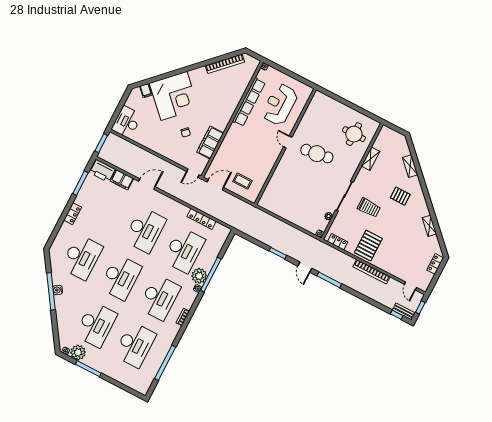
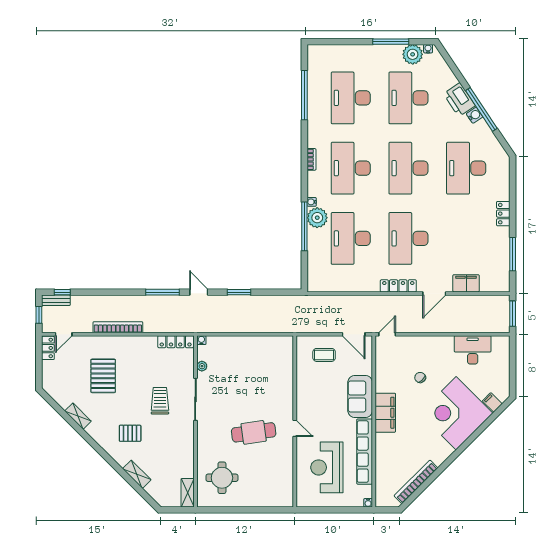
reception desk: (280, 104) -> (327, 467), turned 180
desk: (127, 122) -> (473, 350), moved, turned -90
sofa: (233, 141) -> (360, 397), added
filing cabinet: (210, 143) -> (385, 413), moved
shelving: (371, 159) -> (188, 493), moved
printer: (102, 171) -> (459, 100), moved, turned -124
door: (215, 185) -> (354, 334), hinge flipped
trolley: (369, 208) -> (160, 401), turned 90
locker: (202, 219) -> (398, 286), moved
locker: (338, 242) -> (176, 342), width x1.53
pallet: (368, 246) -> (103, 376), moved
locker: (435, 264) -> (48, 348), moved
door: (410, 286) -> (64, 334), swing flipped

